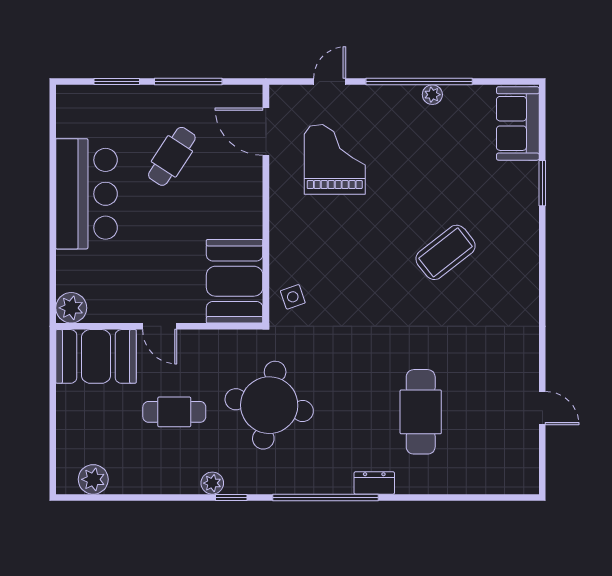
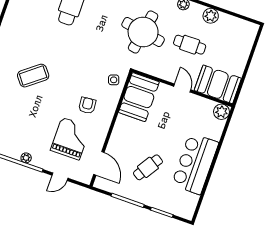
plant: (432, 95) -> (26, 158), moved
grand piano: (335, 159) -> (71, 139), turned 180
armchair: (325, 232) -> (87, 106), added
plant: (93, 479) -> (211, 16), moved

